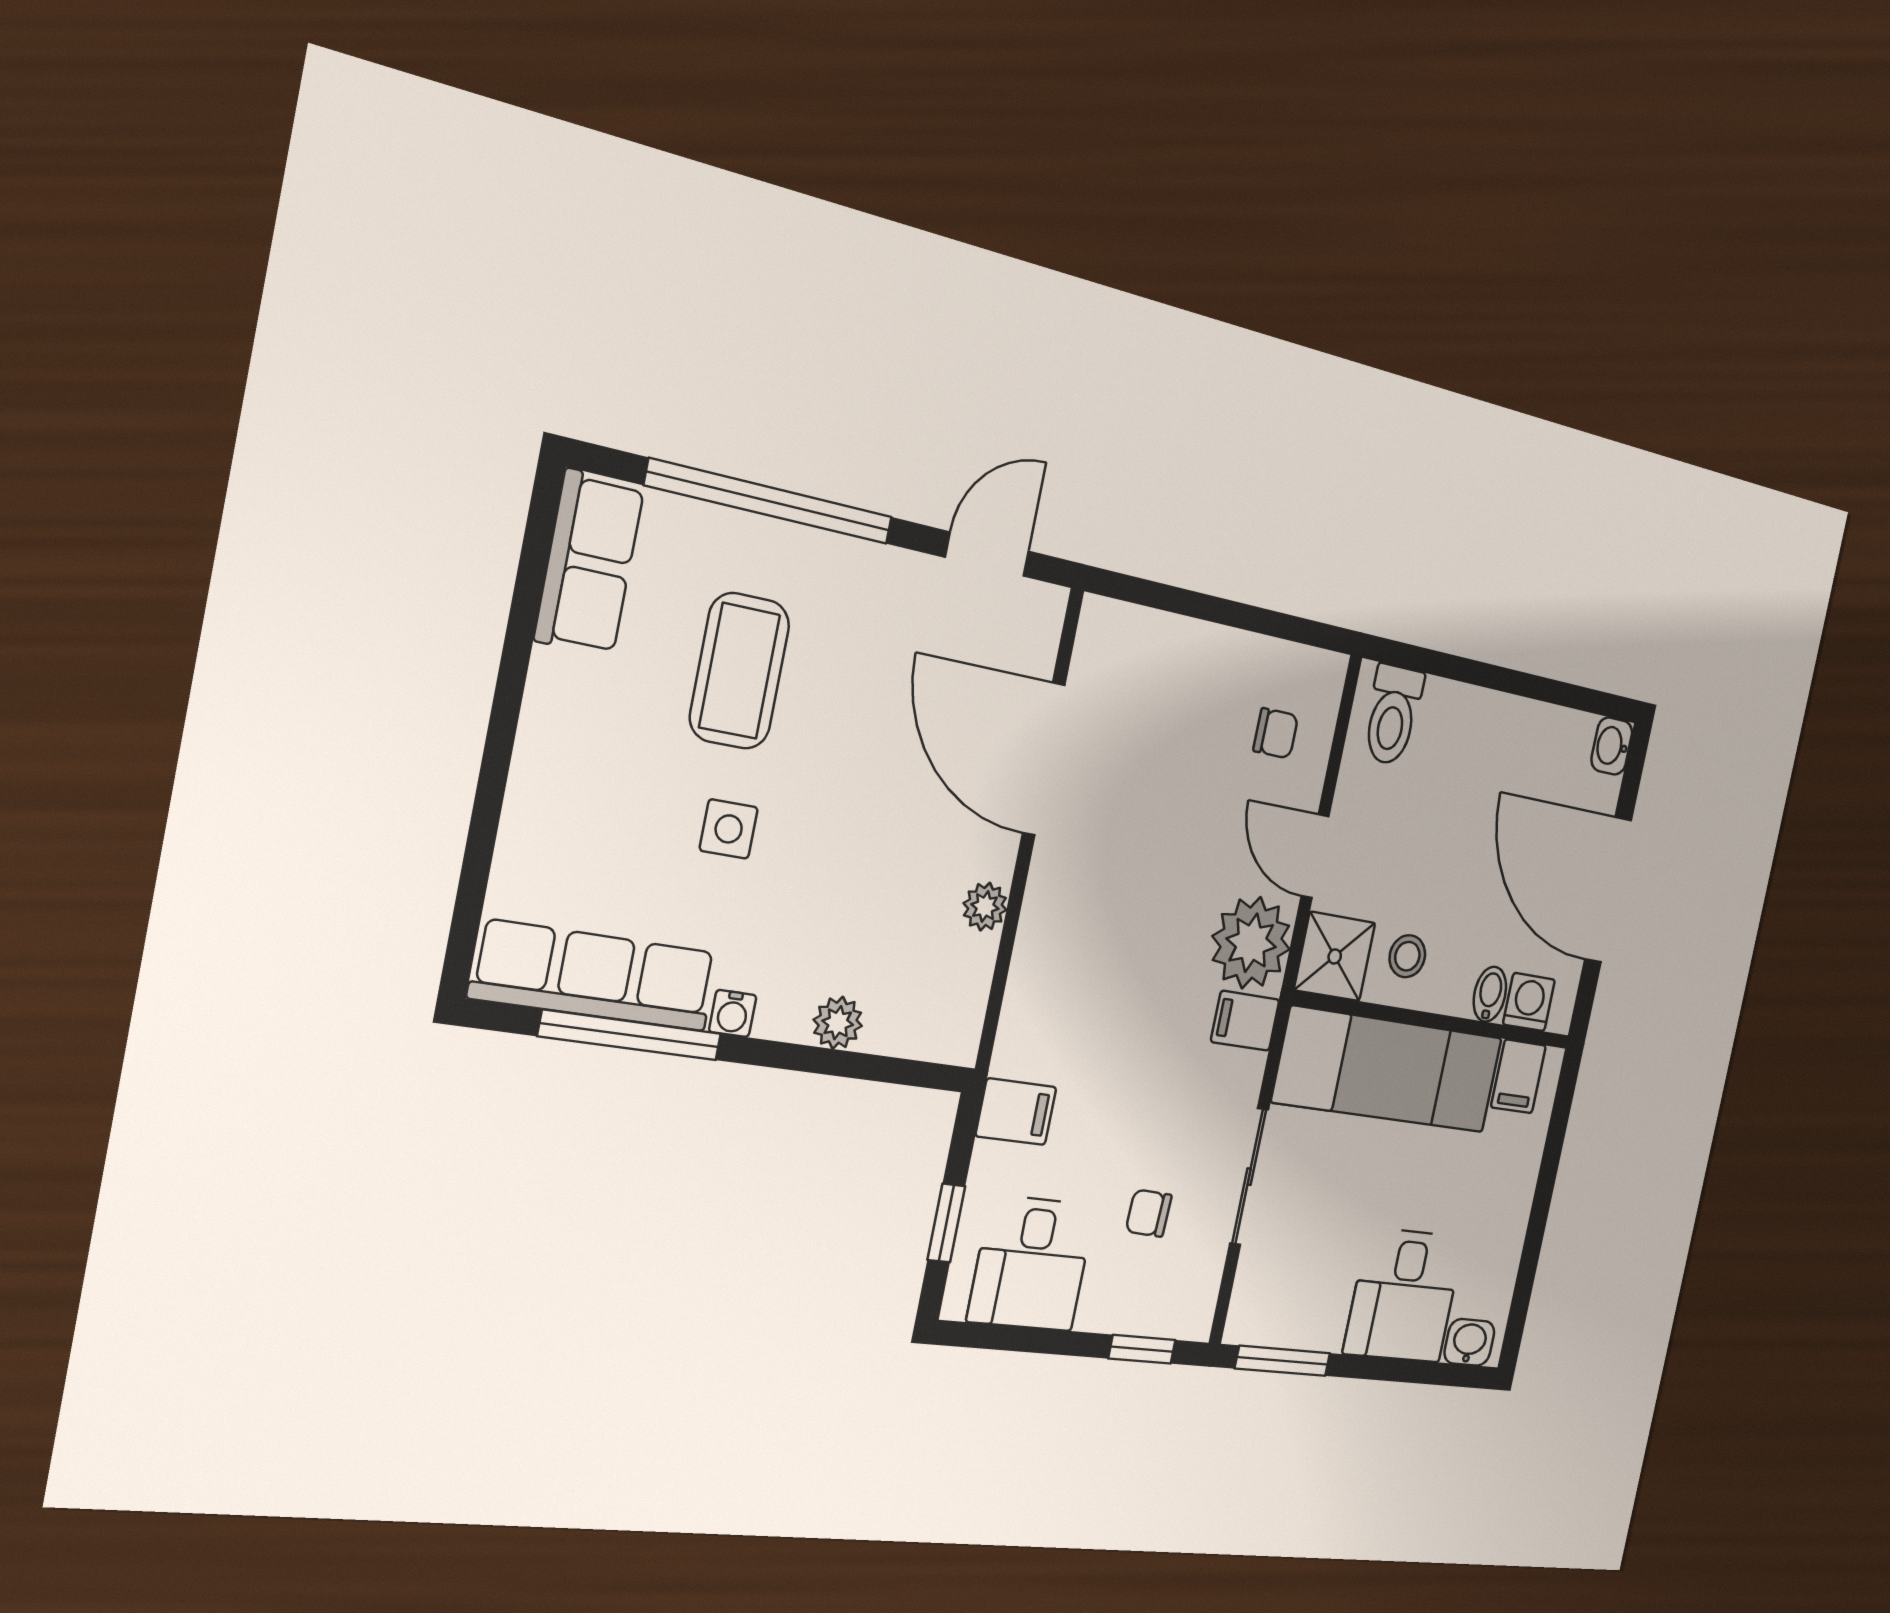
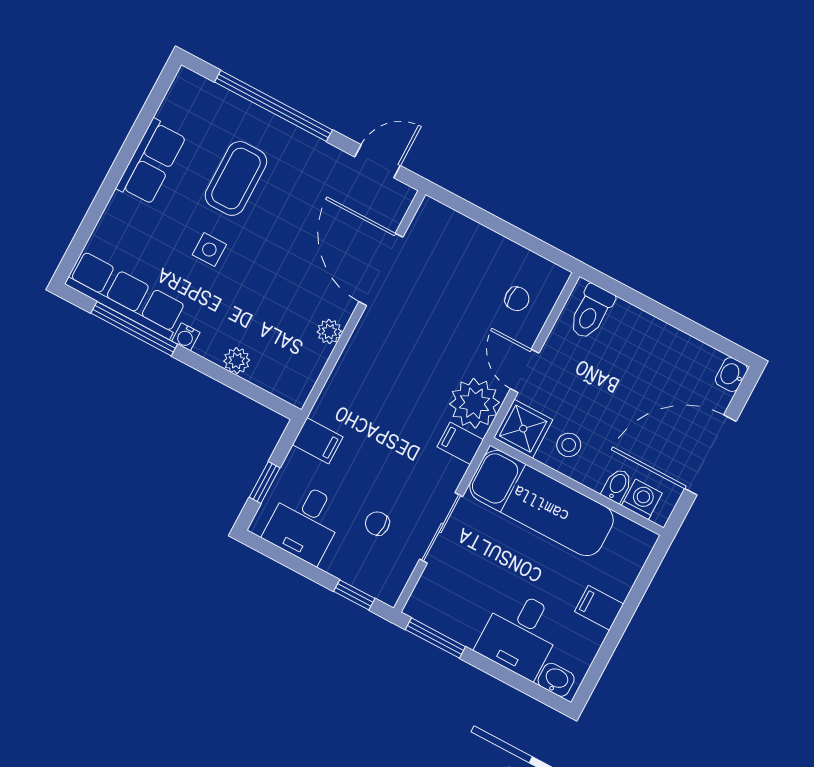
row of seats: (589, 563) -> (151, 162), moved
door: (1608, 890) -> (710, 455), hinge flipped
filing cabinet: (1518, 1076) -> (599, 608), moved, turned 90

